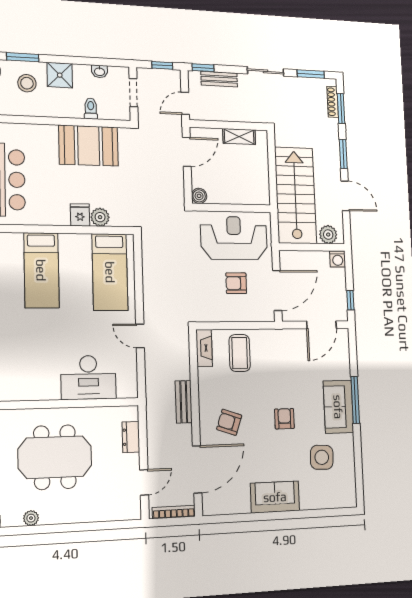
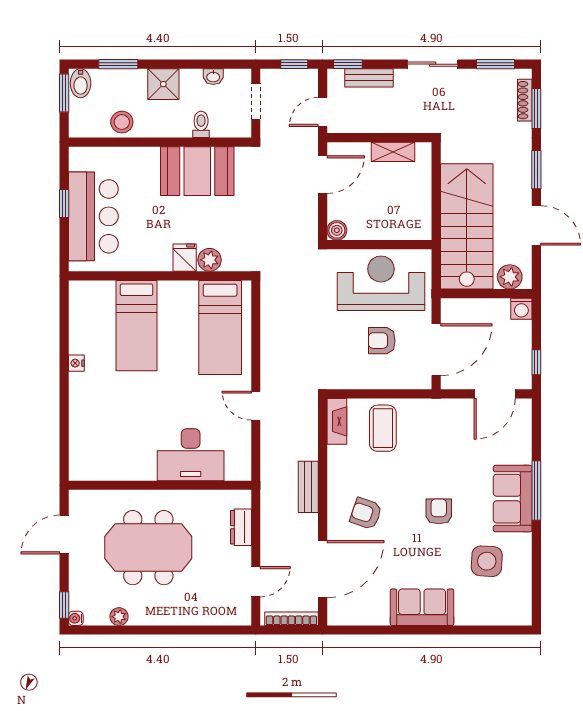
stool: (27, 83) -> (122, 122), moved

